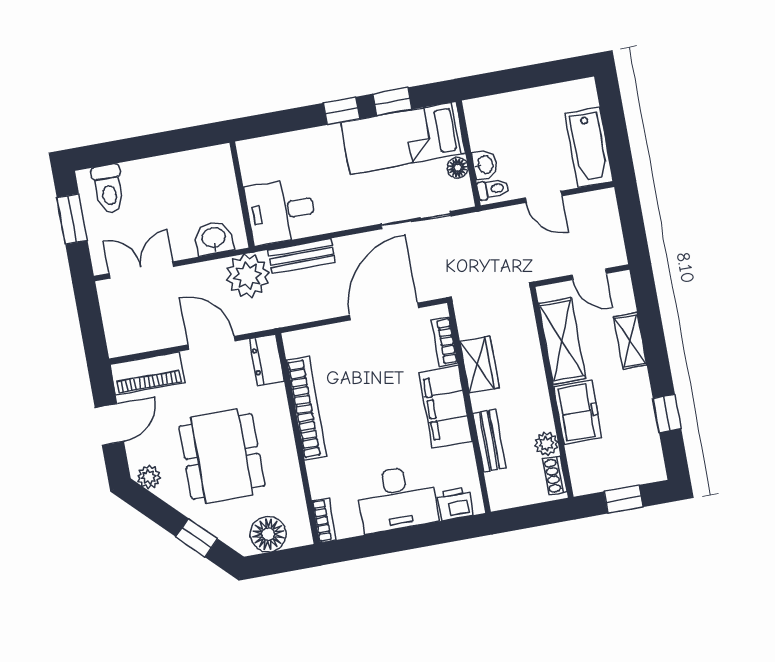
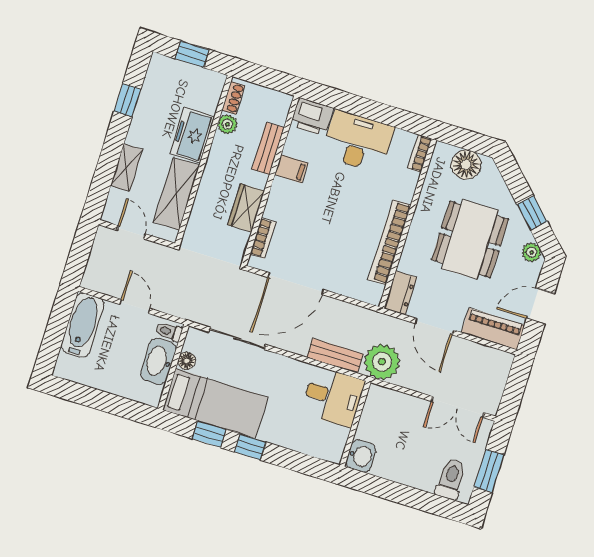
washbasin: (485, 165) -> (158, 361), width x1.91, depth x1.45
washbasin: (214, 238) -> (361, 456), moved, turned -90
filing cabinet: (445, 407) -> (291, 169), width x0.33, depth x0.86
printer: (455, 504) -> (312, 117), width x1.36, depth x1.24
window: (197, 538) -> (532, 213), moved

